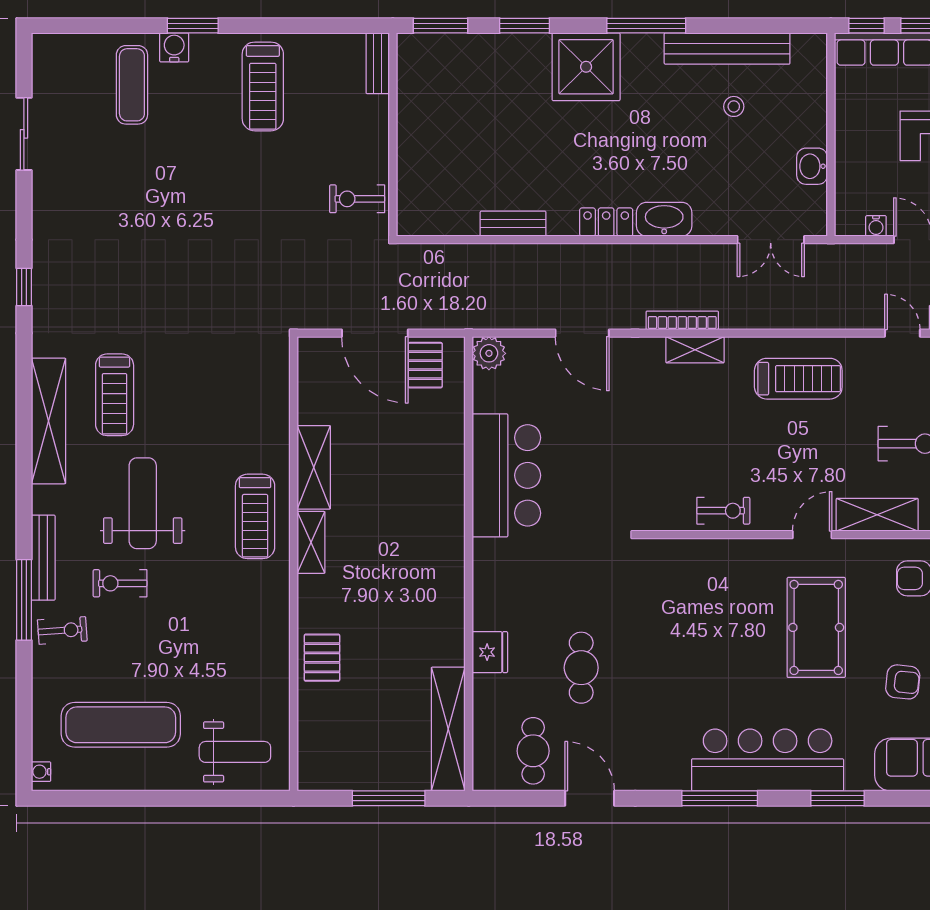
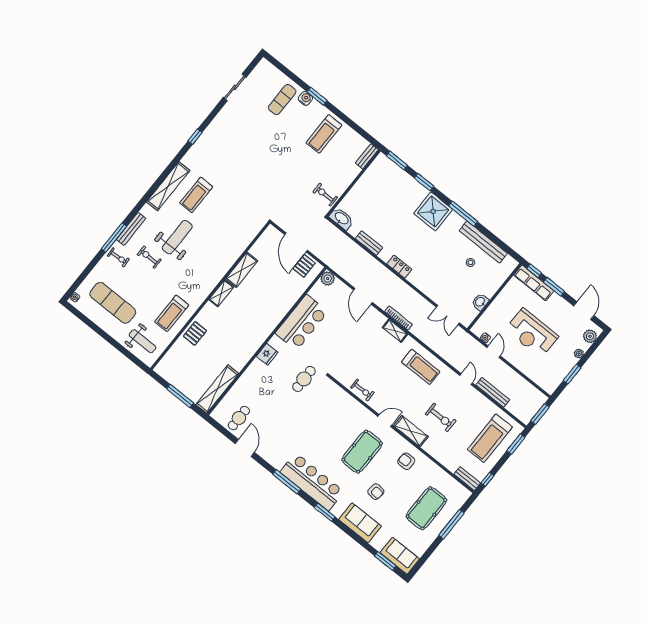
washbasin: (664, 219) -> (341, 219), moved
treadmill: (255, 516) -> (172, 313), moved
fridge: (490, 652) -> (267, 354), moved
cafe table: (581, 668) -> (304, 379), moved

